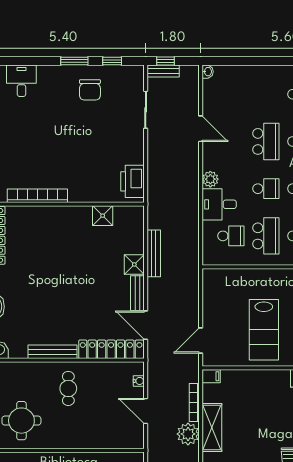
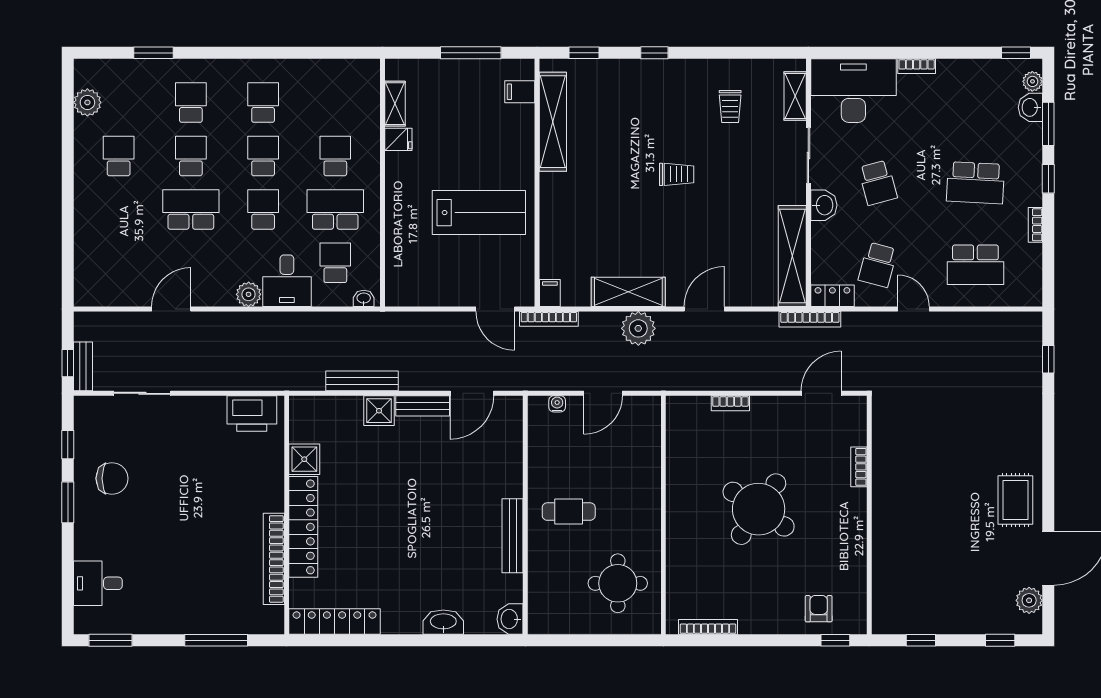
washbasin: (208, 72) -> (364, 298), moved
locker: (111, 349) -> (303, 527), moved, turned 180
bookcase: (194, 403) -> (549, 319), moved

